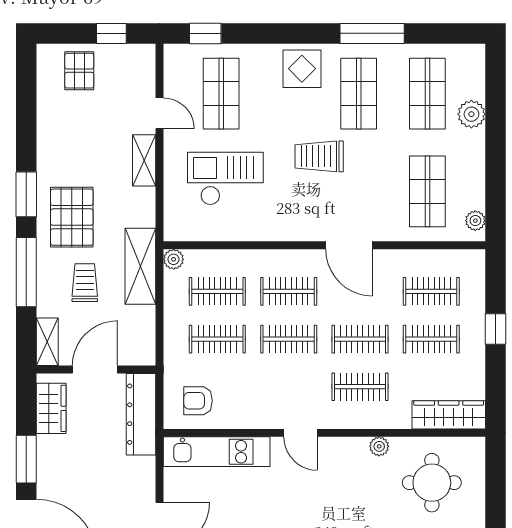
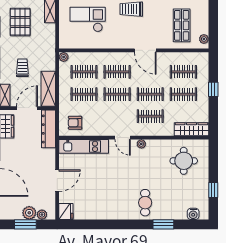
pallet: (72, 217) -> (20, 22), moved
shelving: (140, 266) -> (48, 89), moved
plant: (379, 446) -> (141, 144), moved

